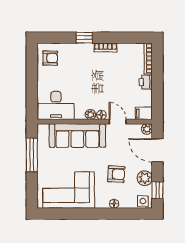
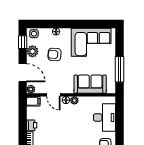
desk: (56, 105) -> (104, 117), moved, turned 90
sofa: (77, 136) -> (90, 84), width x0.73

